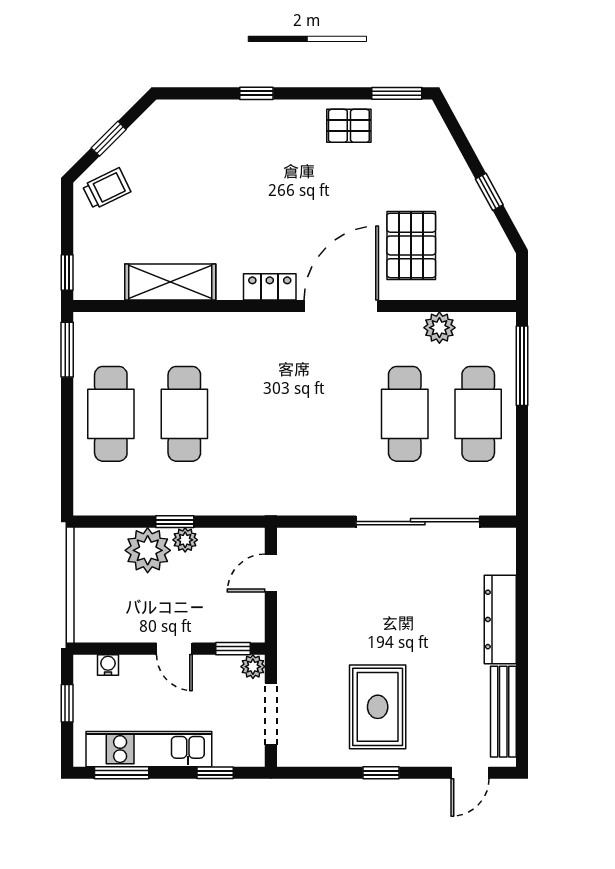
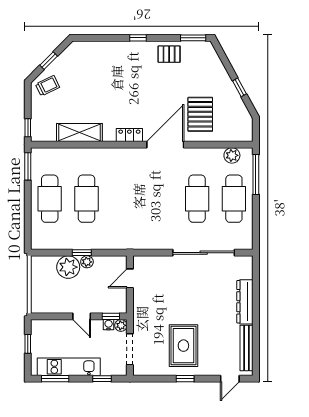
window: (256, 93) -> (138, 38), moved
plant: (439, 328) -> (232, 155), moved
water cooler: (108, 665) -> (109, 325), moved

